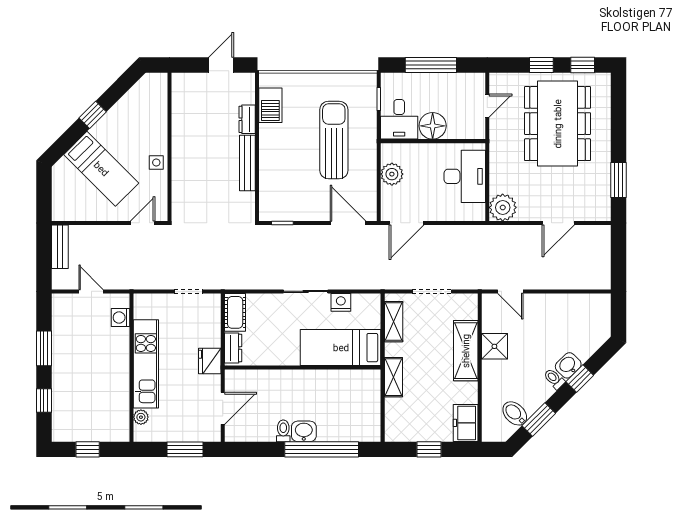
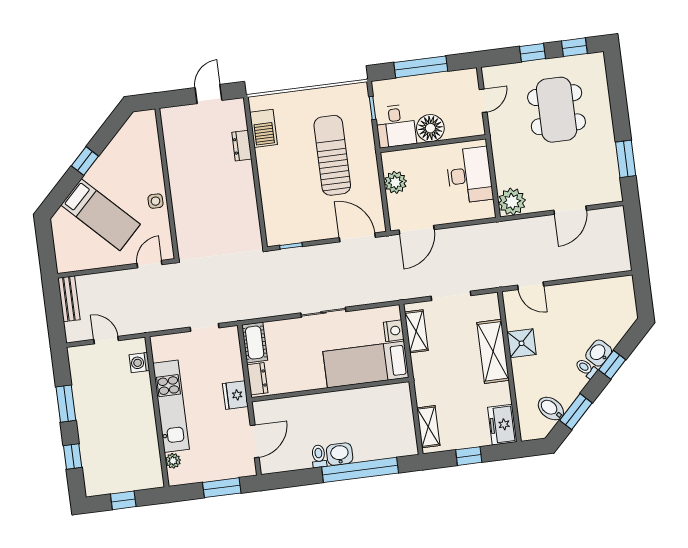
dining table: (558, 124) -> (557, 110), width x0.73, depth x0.80
bench: (247, 163) -> (248, 190), removed
nightstand: (341, 302) -> (394, 331), moved, turned 90
shelving: (393, 377) -> (428, 427), moved

